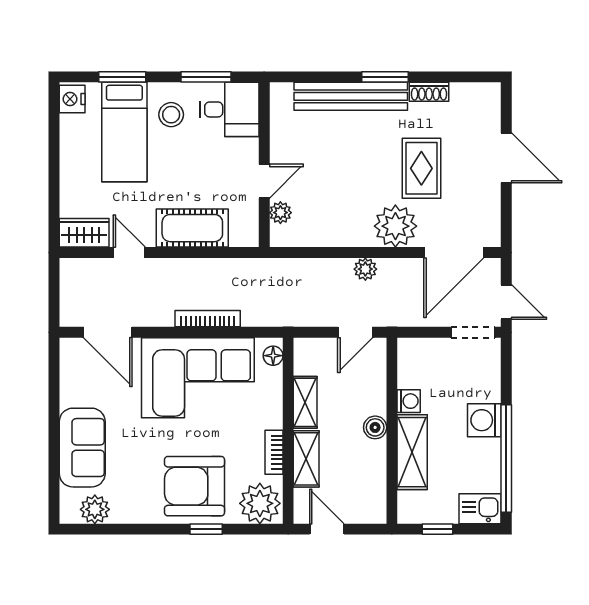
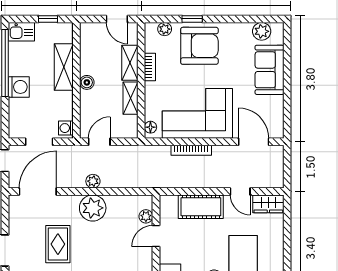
plant: (395, 226) -> (93, 208), moved
doorway: (473, 332) -> (39, 142), moved
washing machine: (409, 401) -> (66, 128), moved
plant: (260, 503) -> (165, 29), width x0.53, depth x0.53

